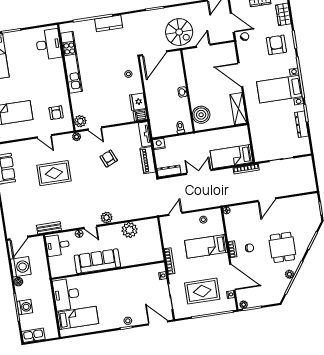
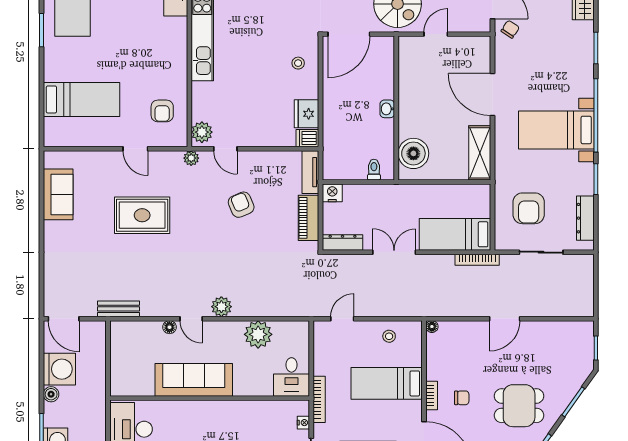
armchair: (276, 45) -> (529, 208), moved, turned 180
dresser: (301, 124) -> (585, 218), moved
door: (19, 238) -> (64, 319), hinge flipped
desk: (58, 245) -> (292, 377), moved, turned -90
dining table: (282, 247) -> (519, 406), turned 90

